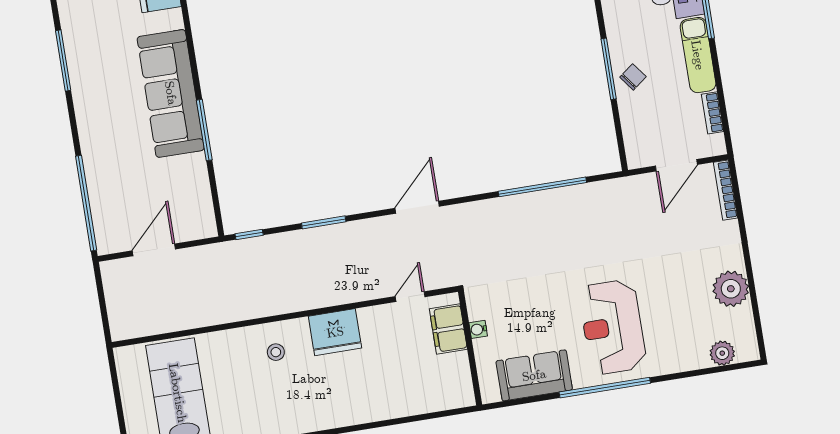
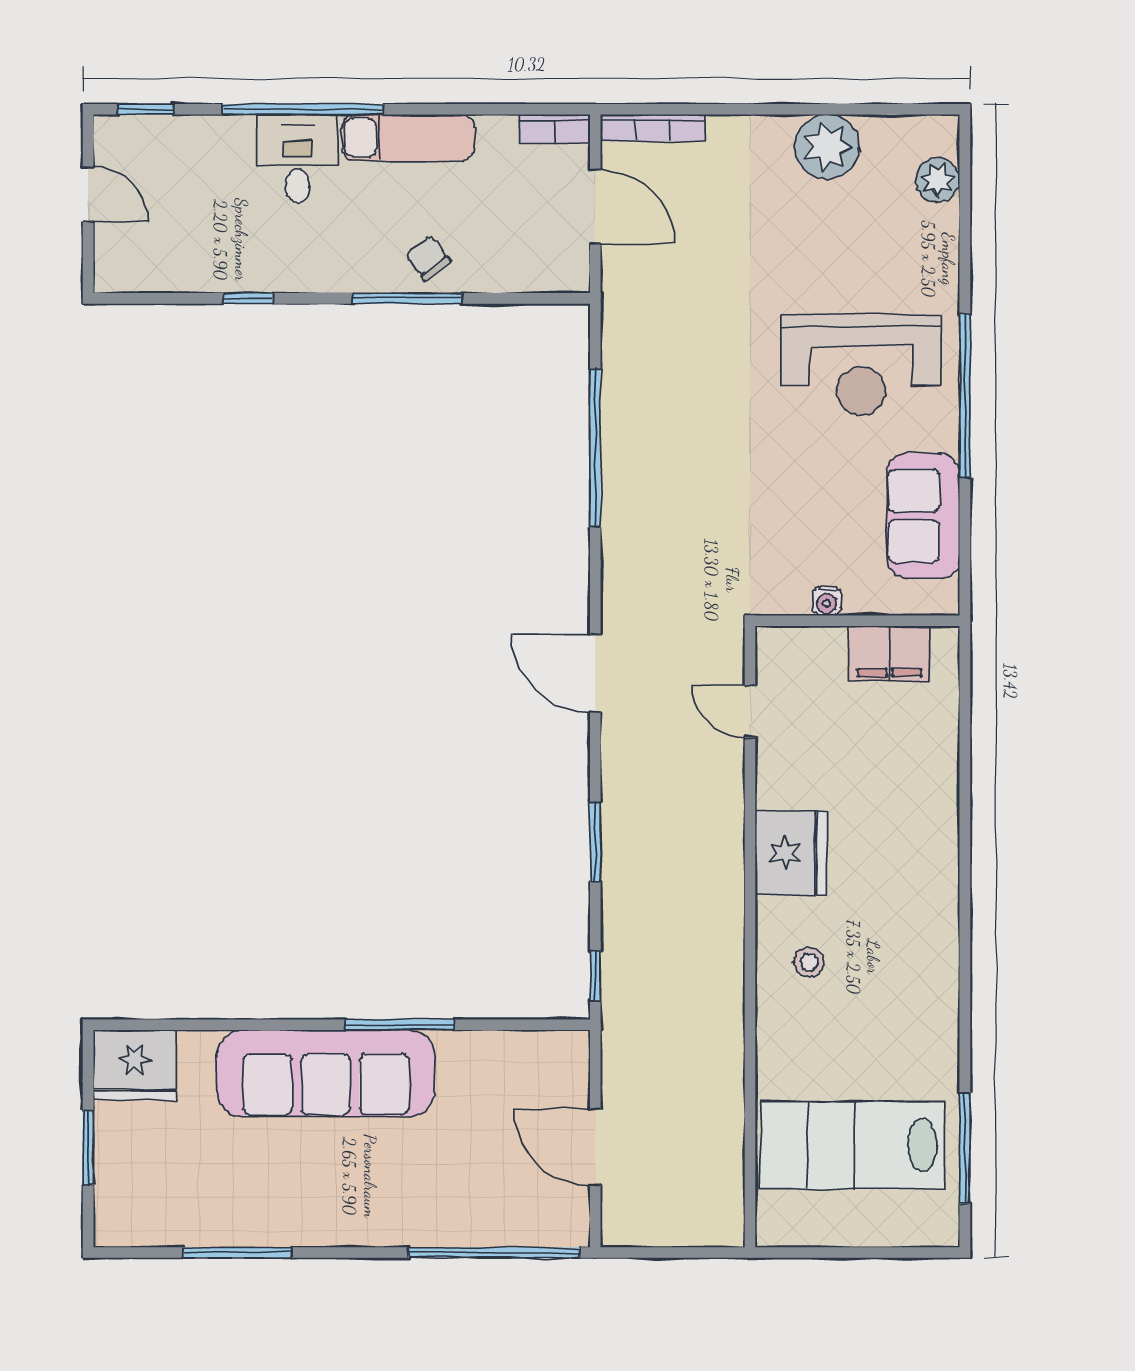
bookcase: (713, 113) -> (554, 129), moved
filing cabinet: (448, 329) -> (889, 653), moved

